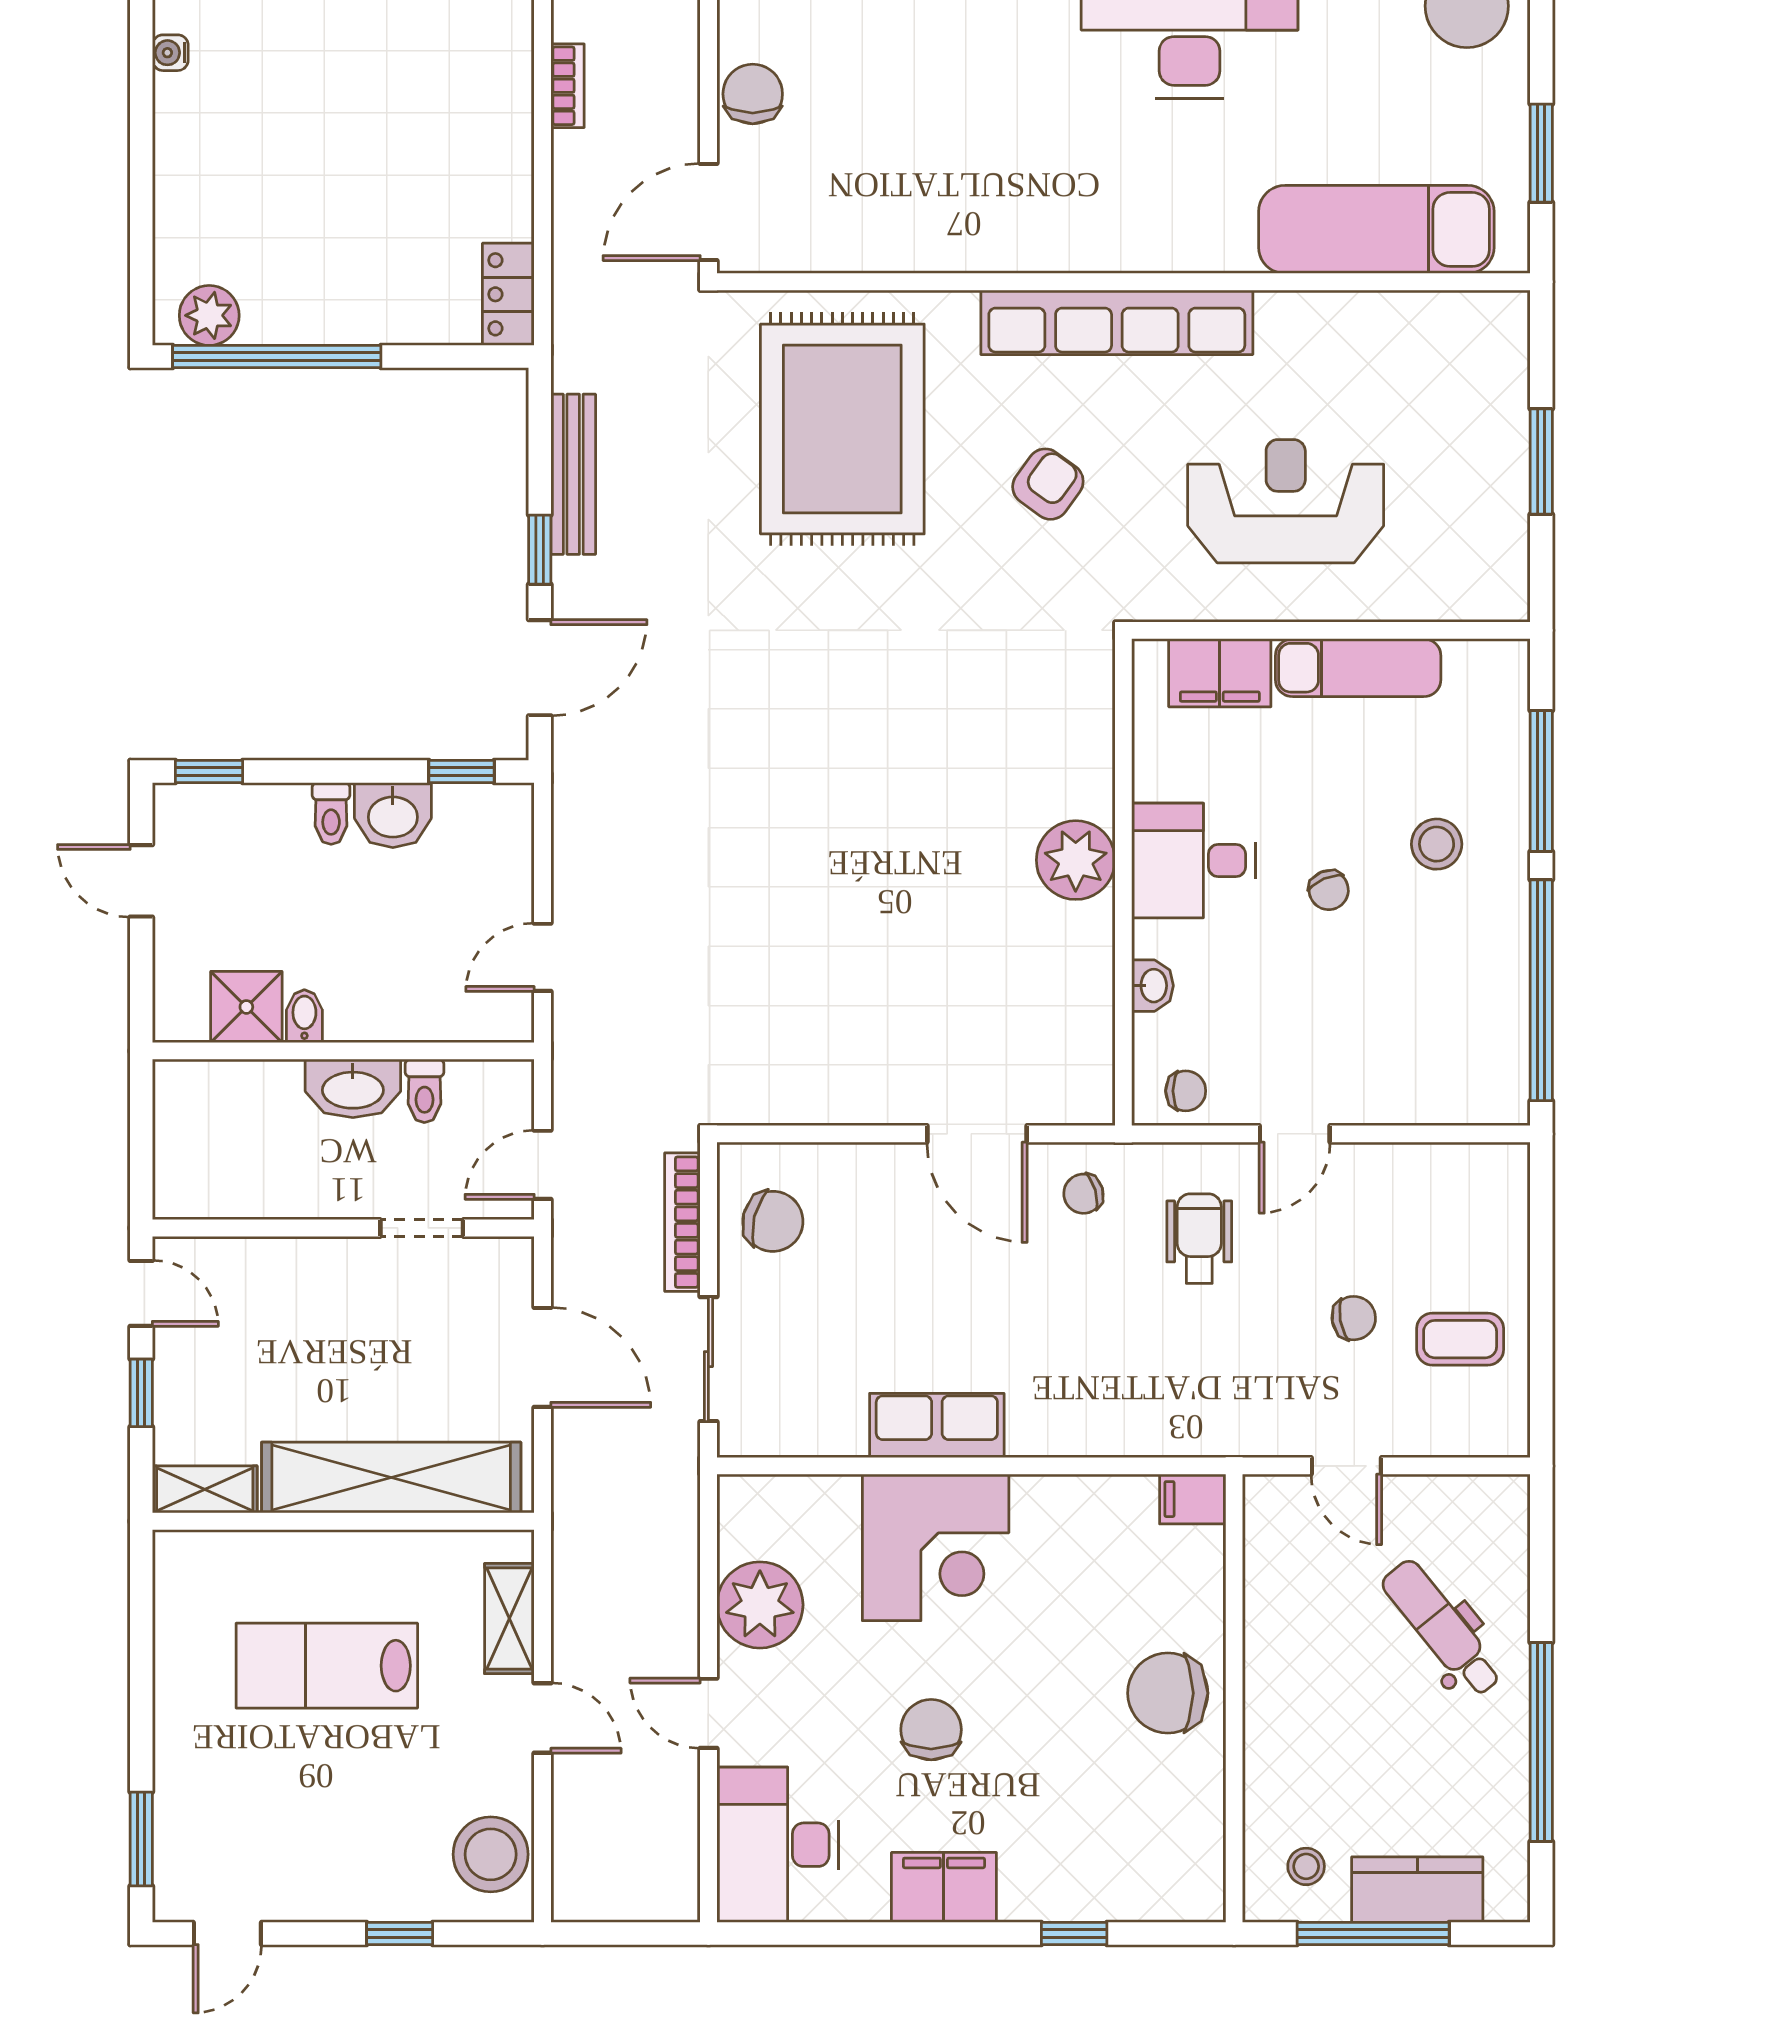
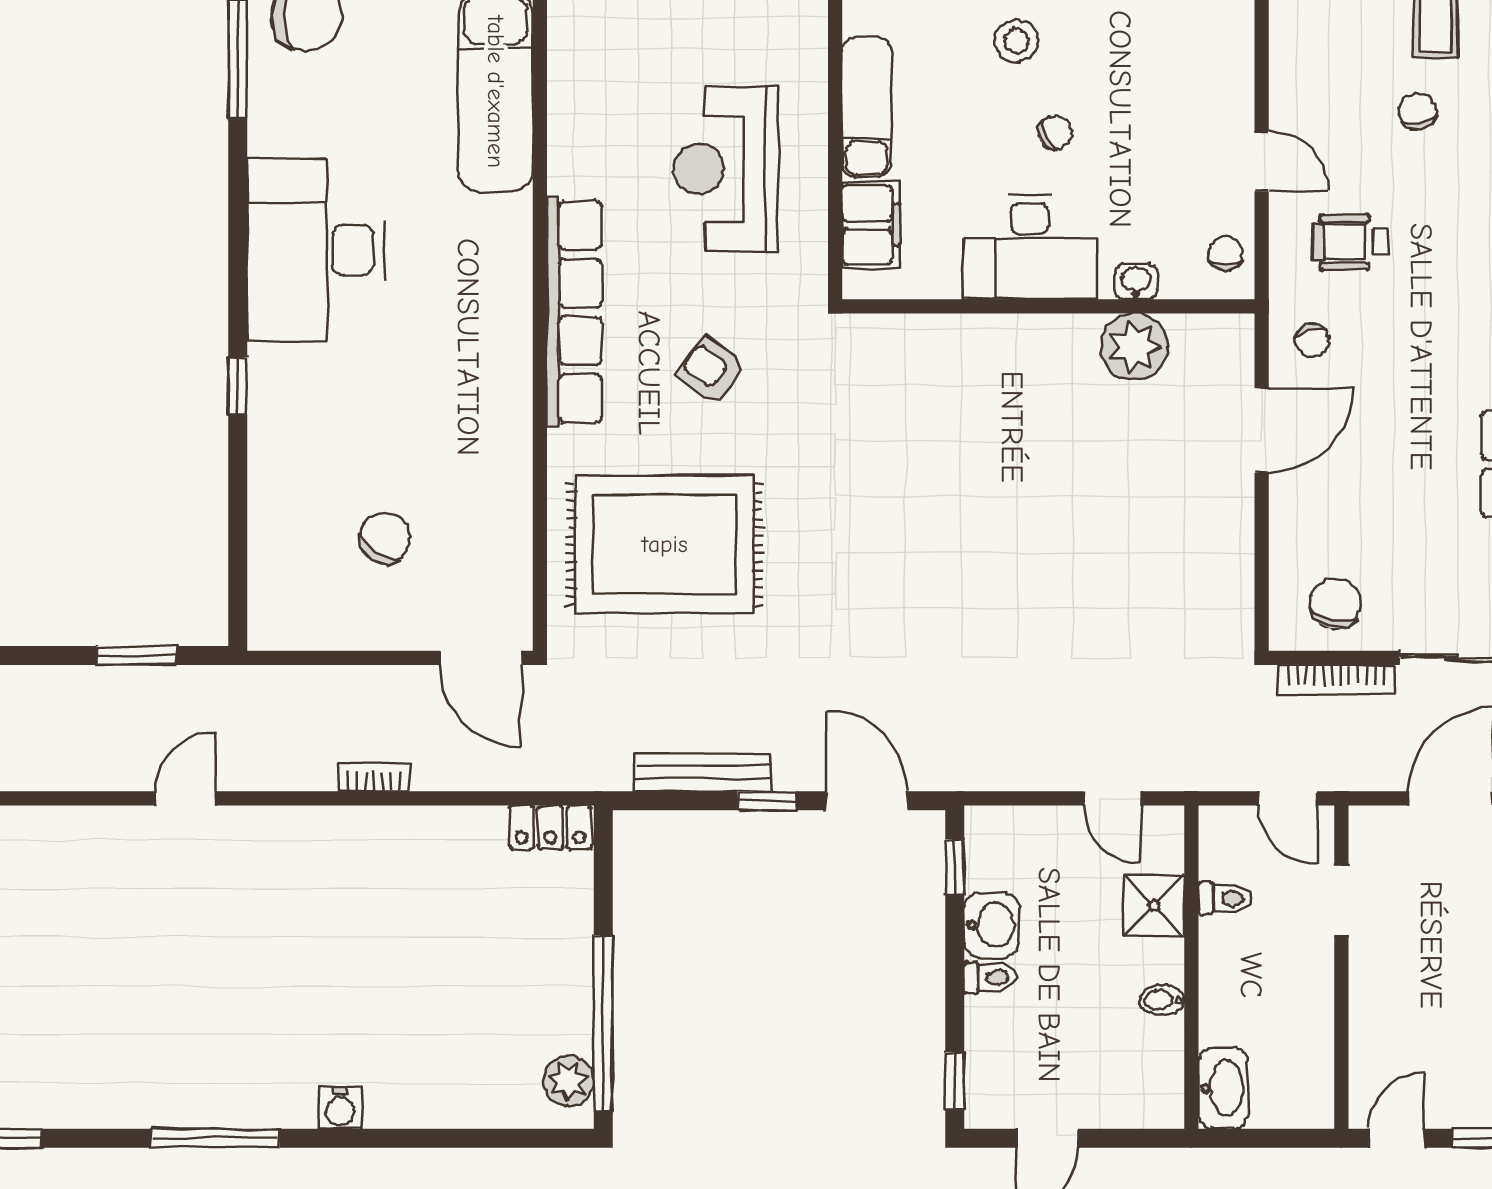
water cooler: (170, 53) -> (340, 1108), width x1.38, depth x1.38
chair: (753, 94) -> (385, 538), moved, turned 123
plant: (1076, 860) -> (1134, 347), moved
desk: (1194, 861) -> (1030, 247), width x1.37
shower: (246, 1007) -> (1154, 906), moved
washbasin: (353, 1088) -> (1223, 1088), moved

